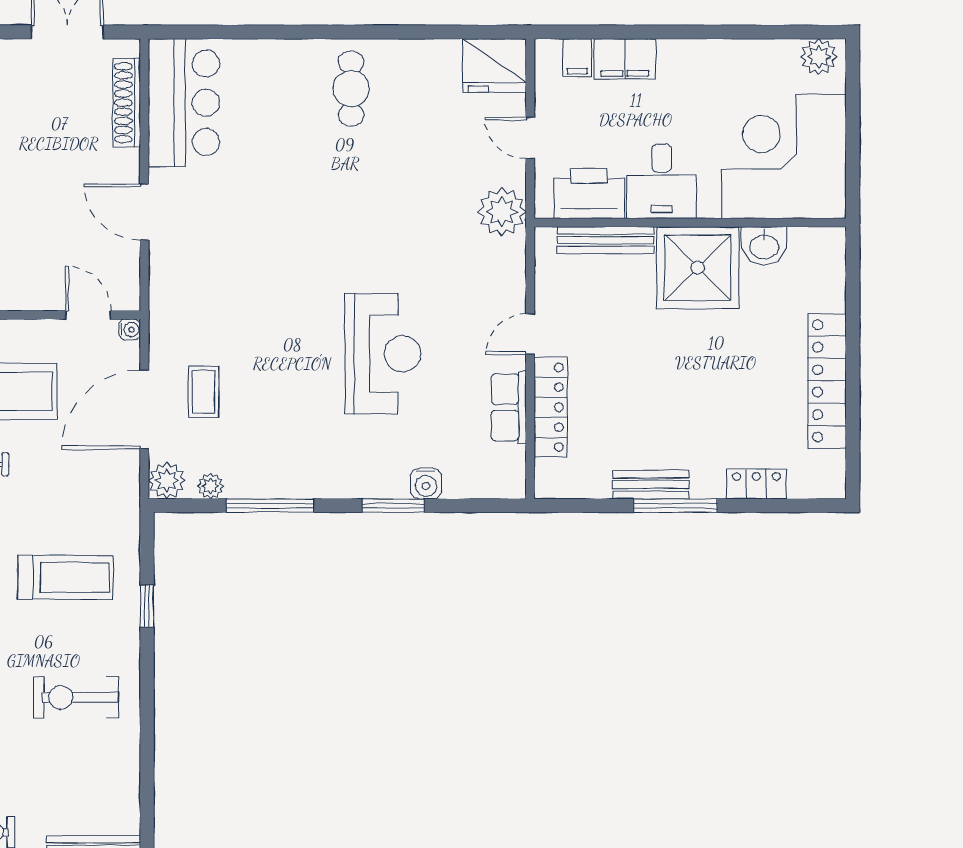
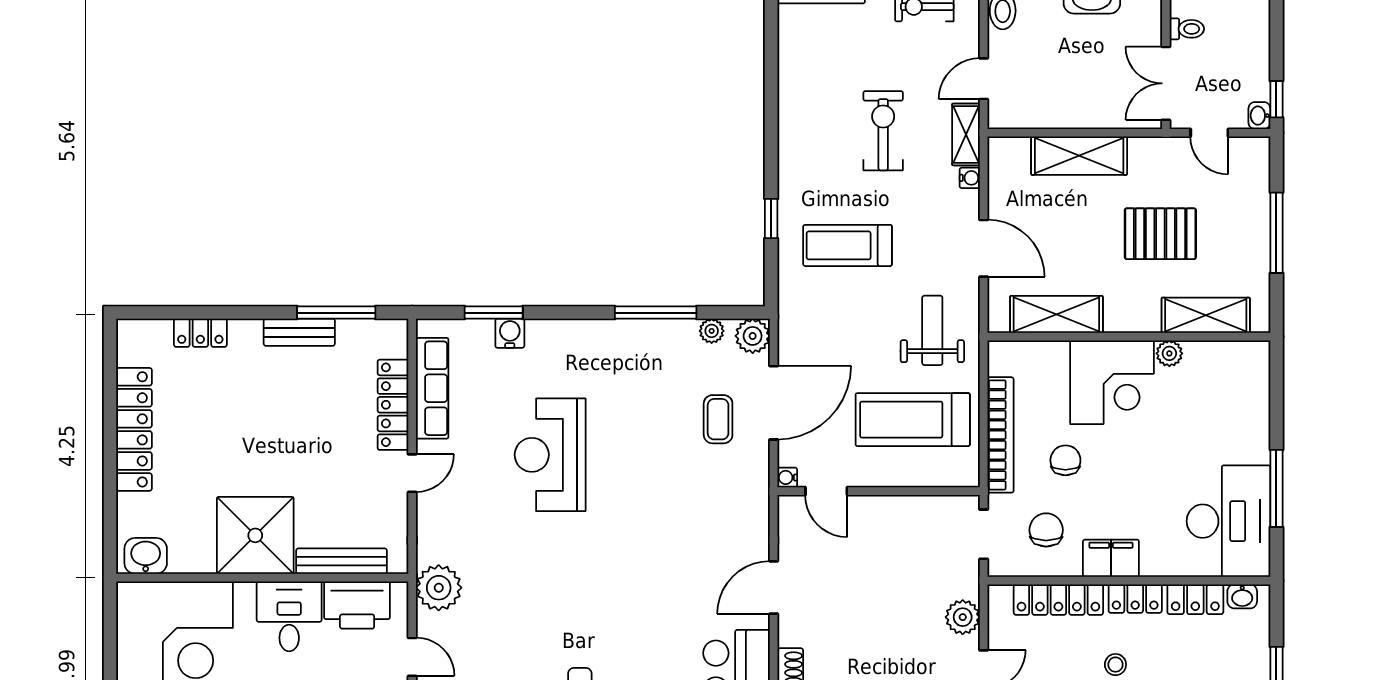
door: (144, 212) -> (774, 587), swing flipped
washbasin: (764, 246) -> (146, 556), moved
row of seats: (509, 407) -> (432, 388), width x1.48
window: (393, 506) -> (494, 313), moved
window: (675, 506) -> (336, 313), moved
exercise bike: (76, 697) -> (883, 131), moved, turned -90

